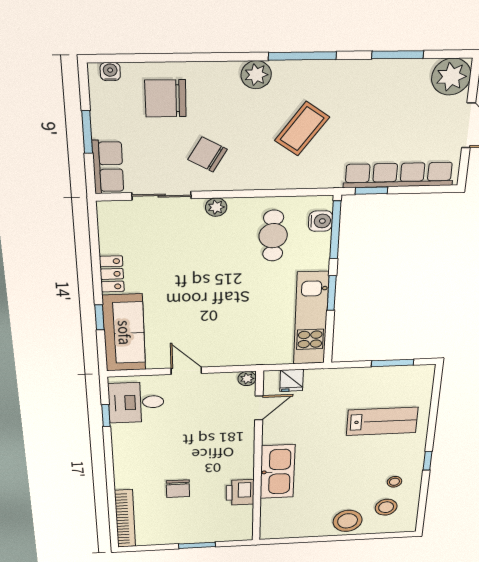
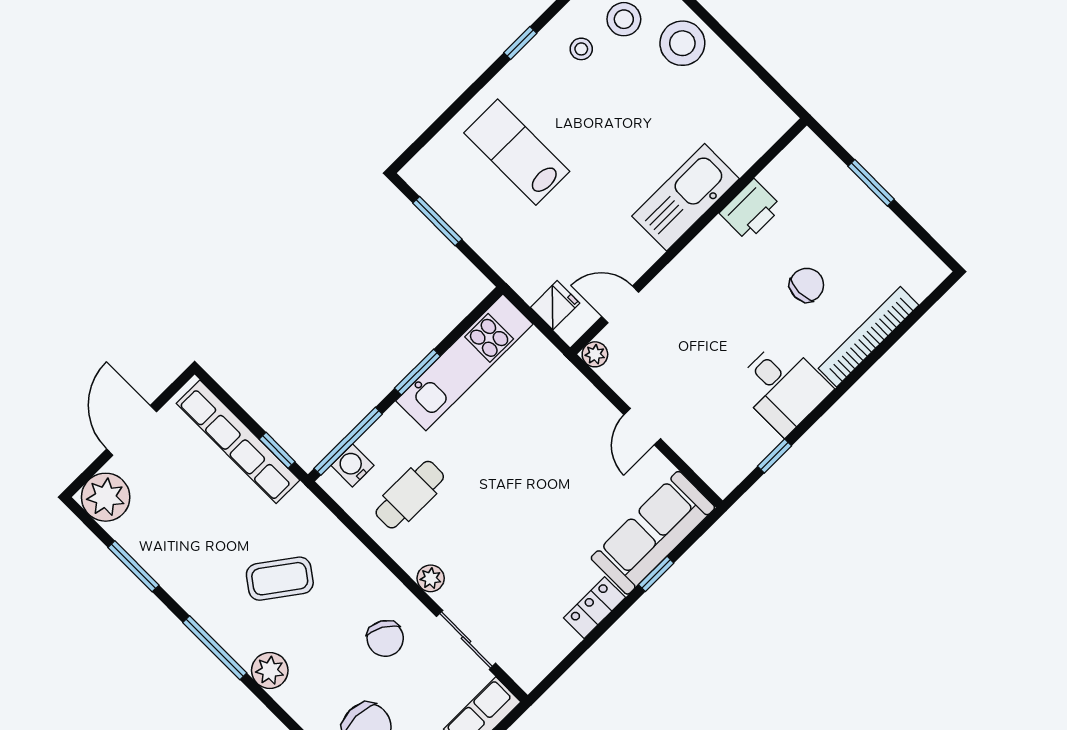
desk: (136, 402) -> (783, 387), moved
bookcase: (125, 519) -> (868, 337), moved

